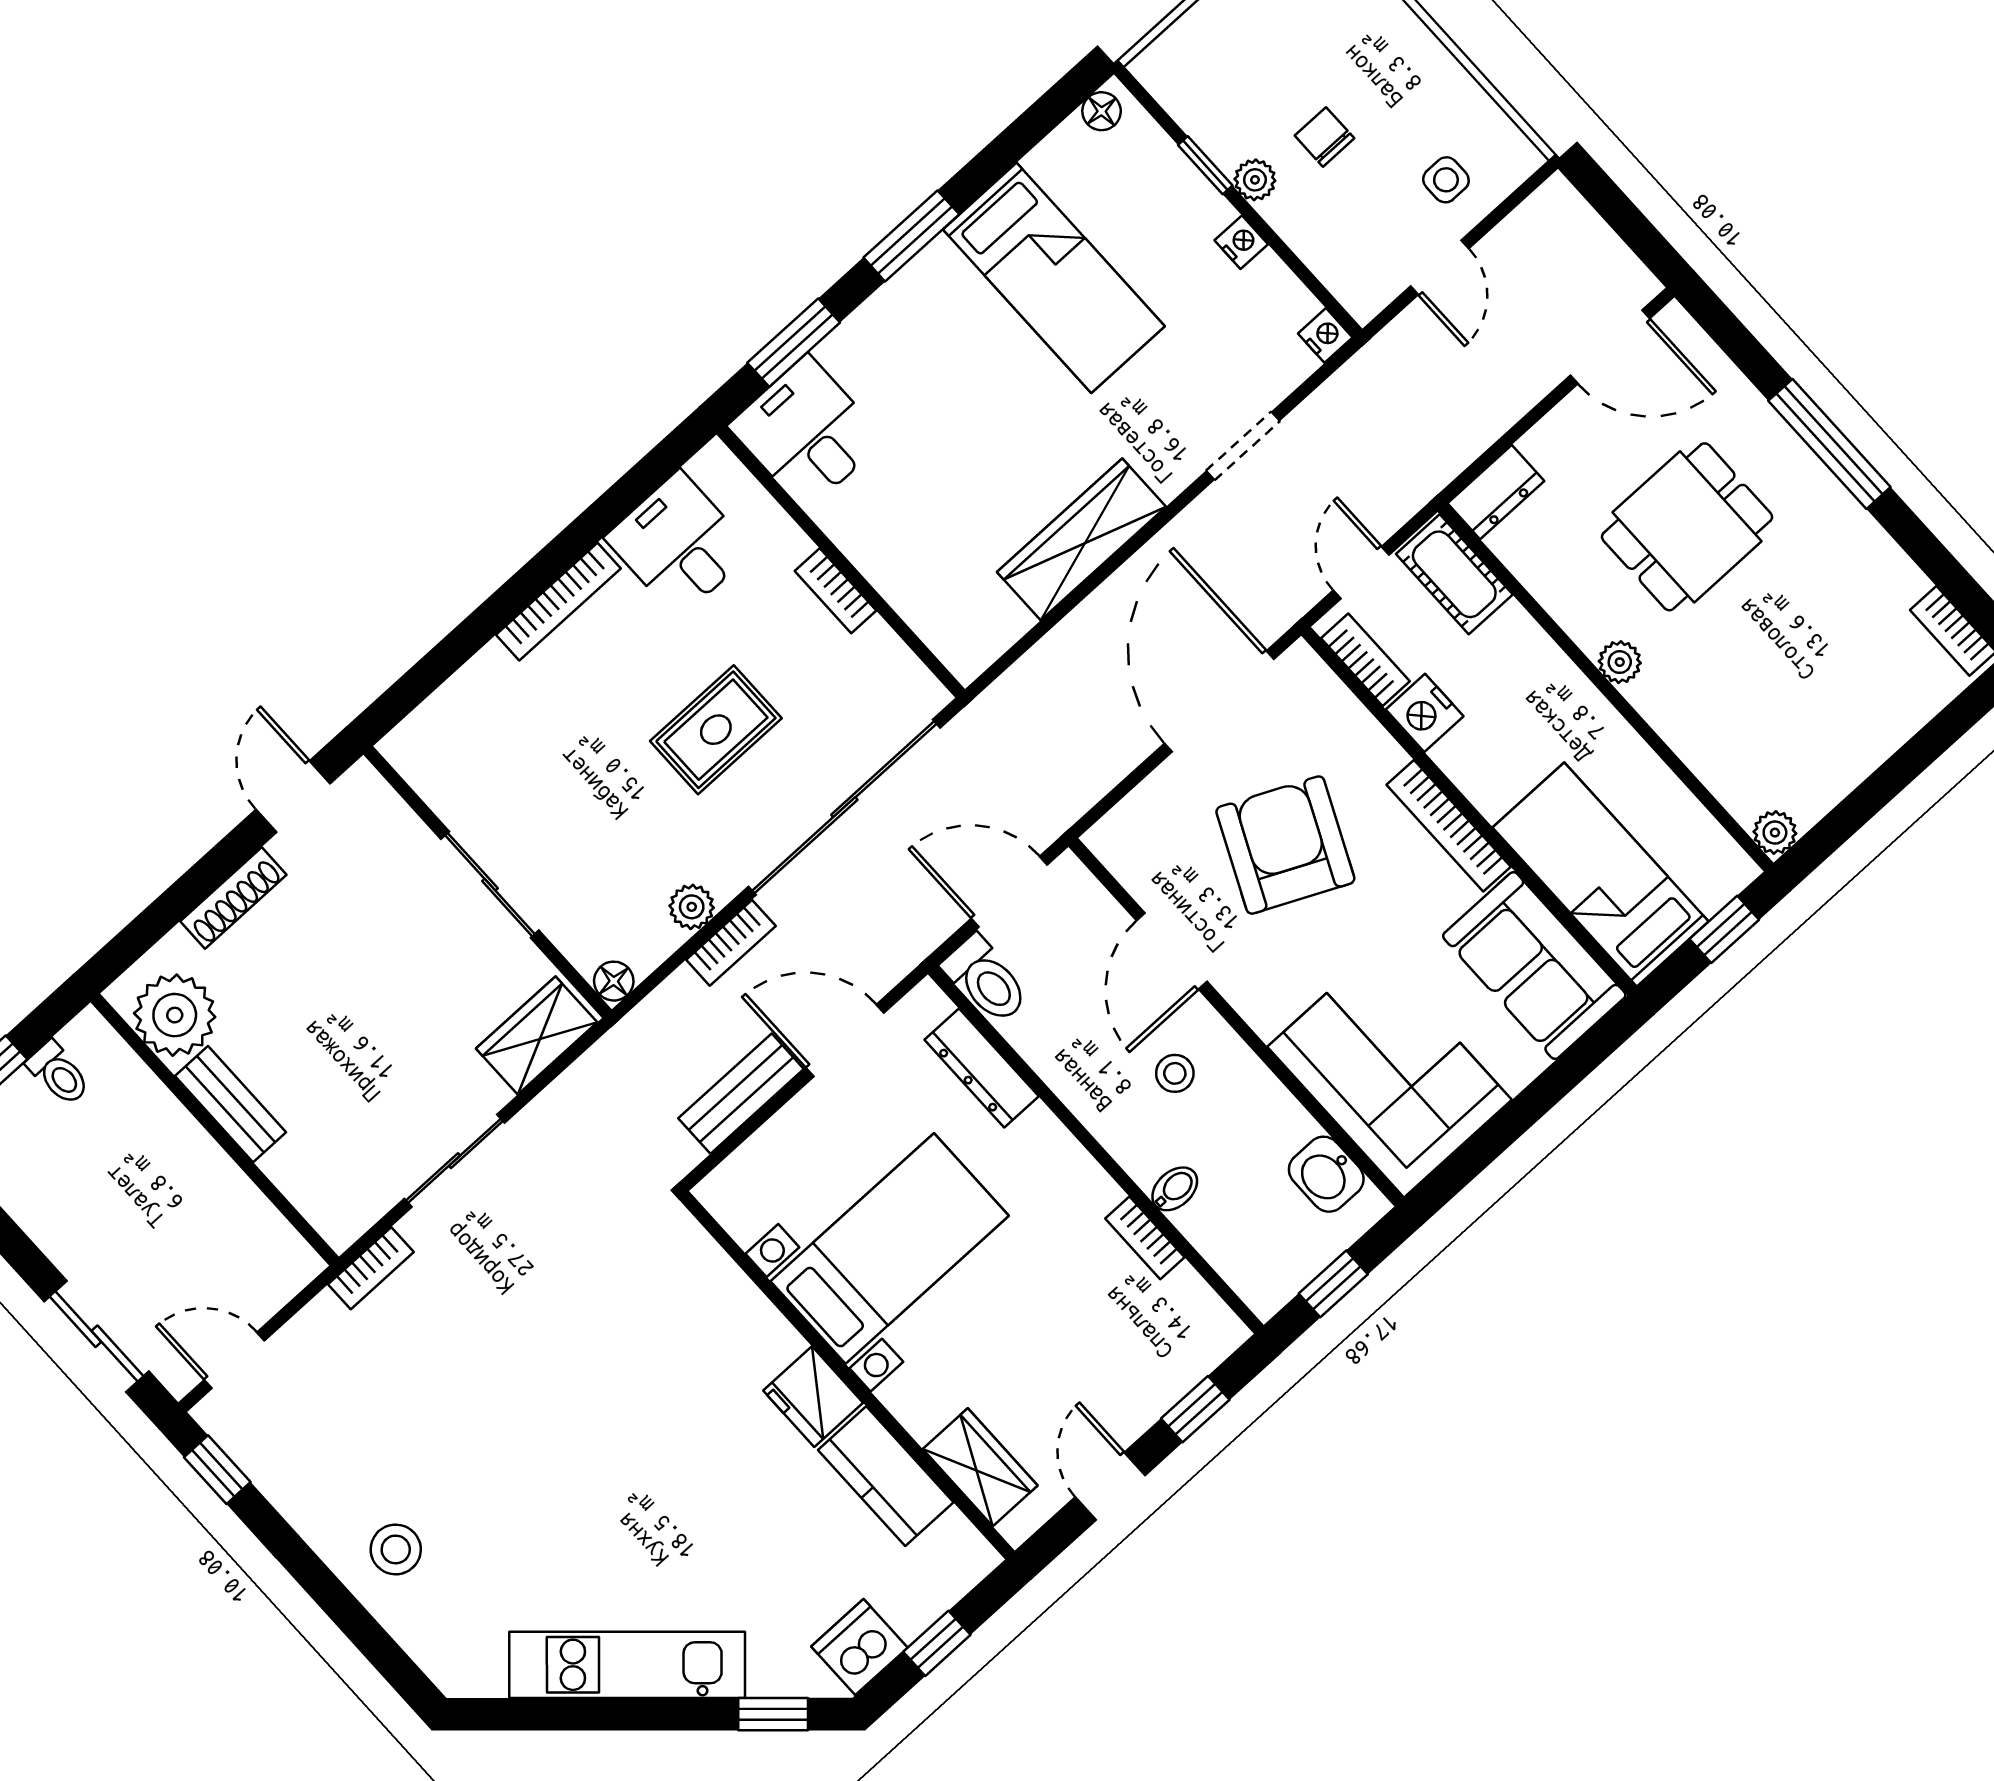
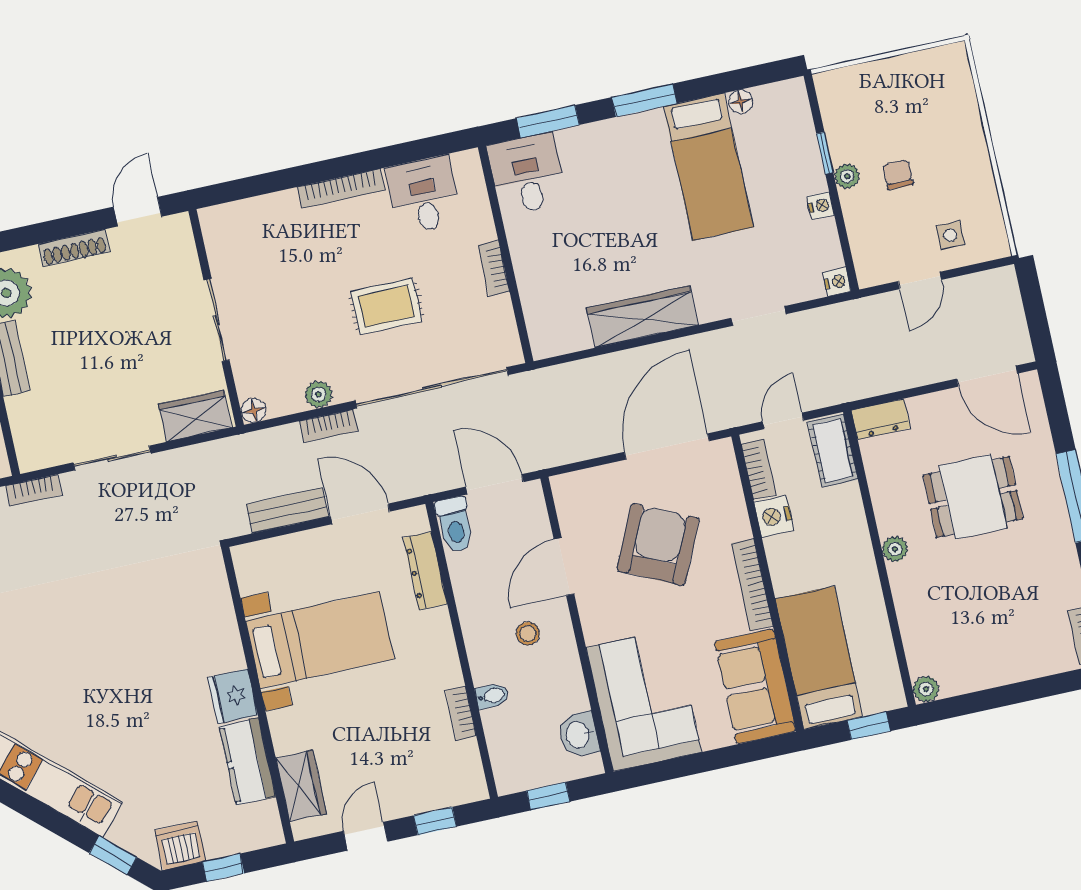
floor lamp: (1102, 111) -> (741, 102), moved

